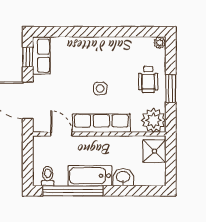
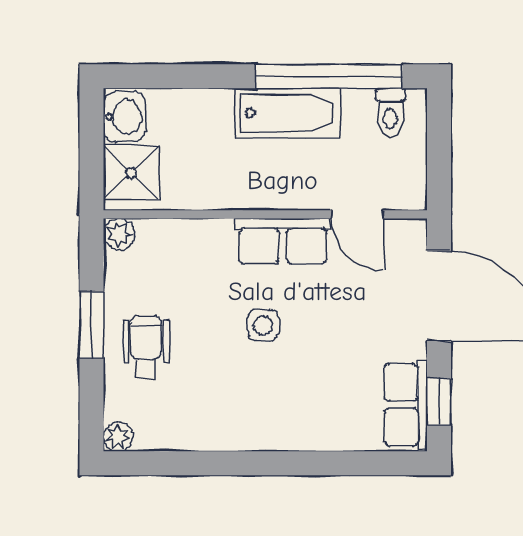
plant: (154, 120) -> (119, 234), width x0.53, depth x0.53
row of seats: (101, 123) -> (283, 241), width x0.68
washbasin: (123, 177) -> (125, 117), moved, turned -90

